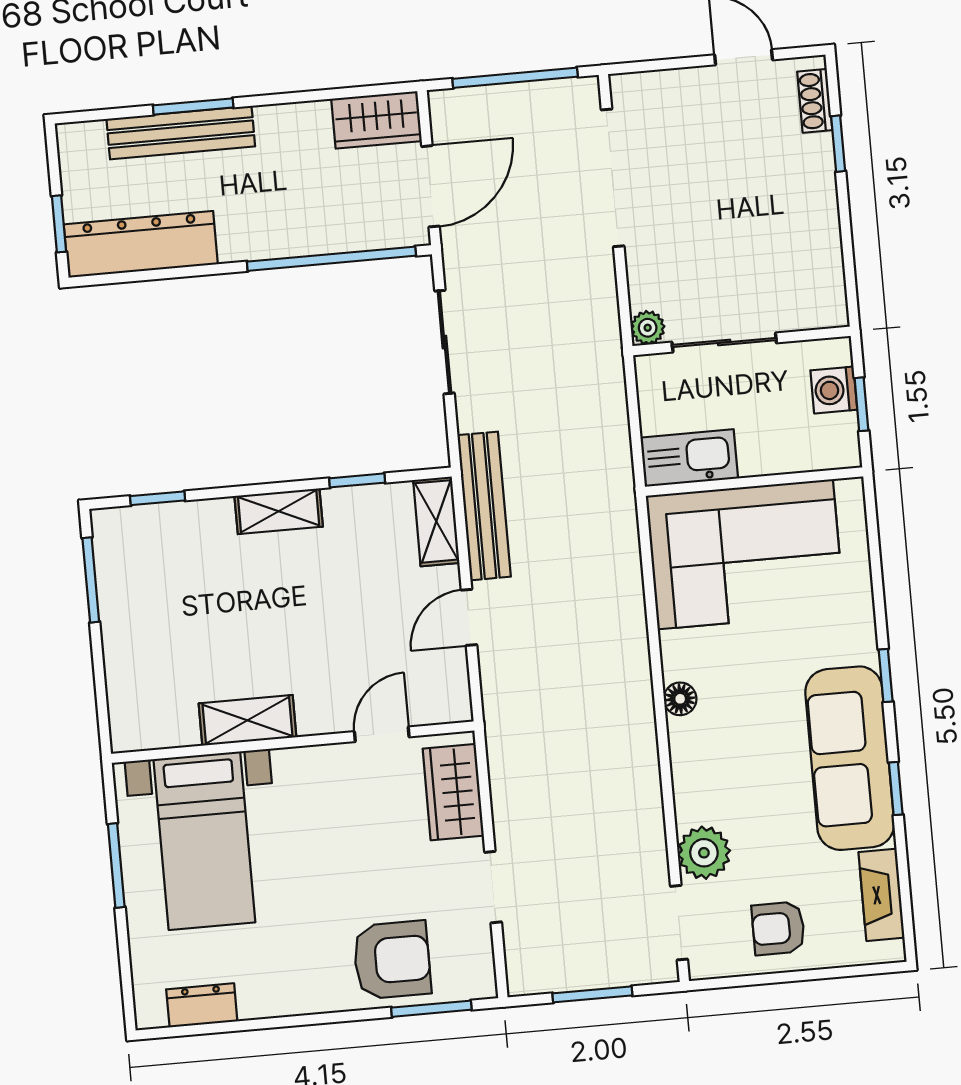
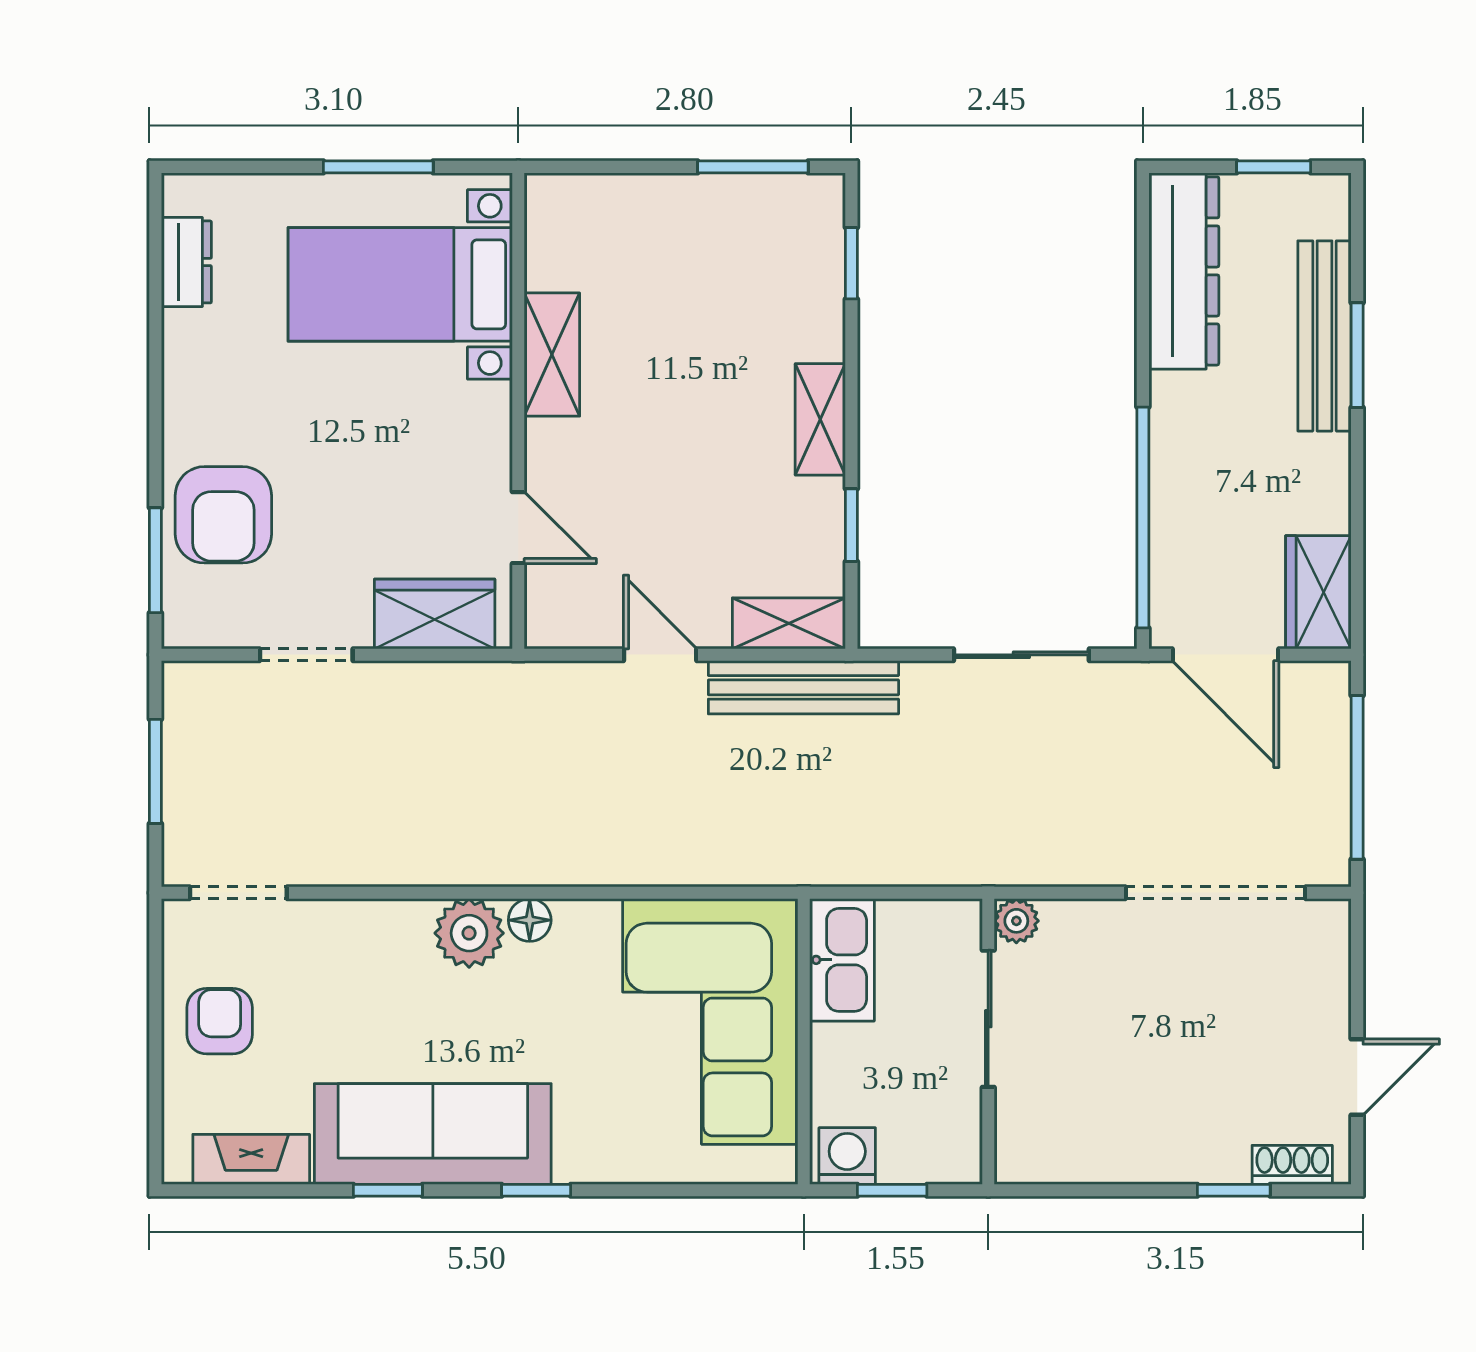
window: (59, 224) -> (1274, 167), moved
washing machine: (834, 390) -> (847, 1156), moved
plant: (704, 853) -> (469, 933), moved

